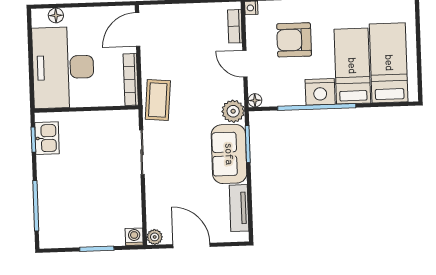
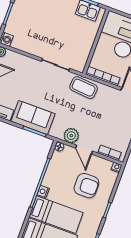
armchair: (294, 40) -> (86, 186), turned 90
door: (245, 64) -> (84, 150), swing flipped
nightstand: (320, 92) -> (43, 192), width x0.53, depth x0.56
plant: (233, 111) -> (71, 136), moved

